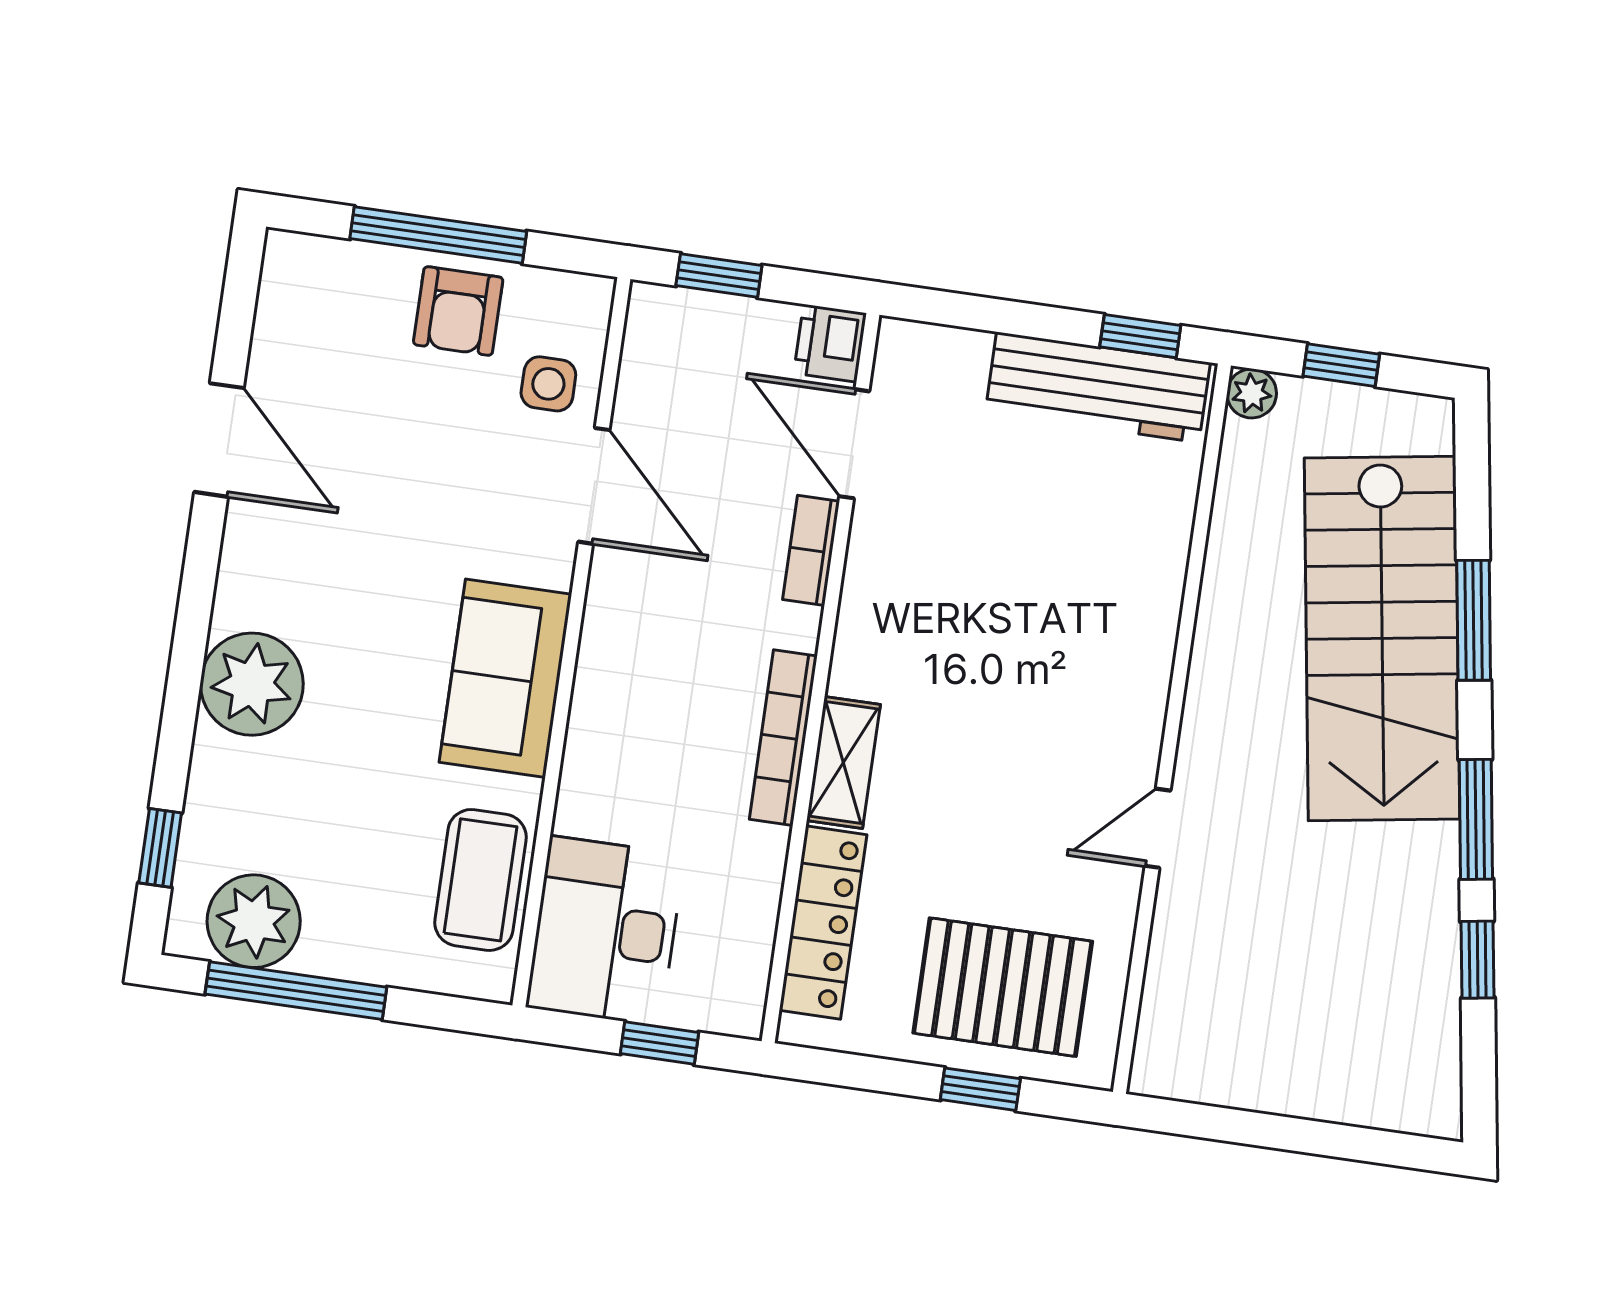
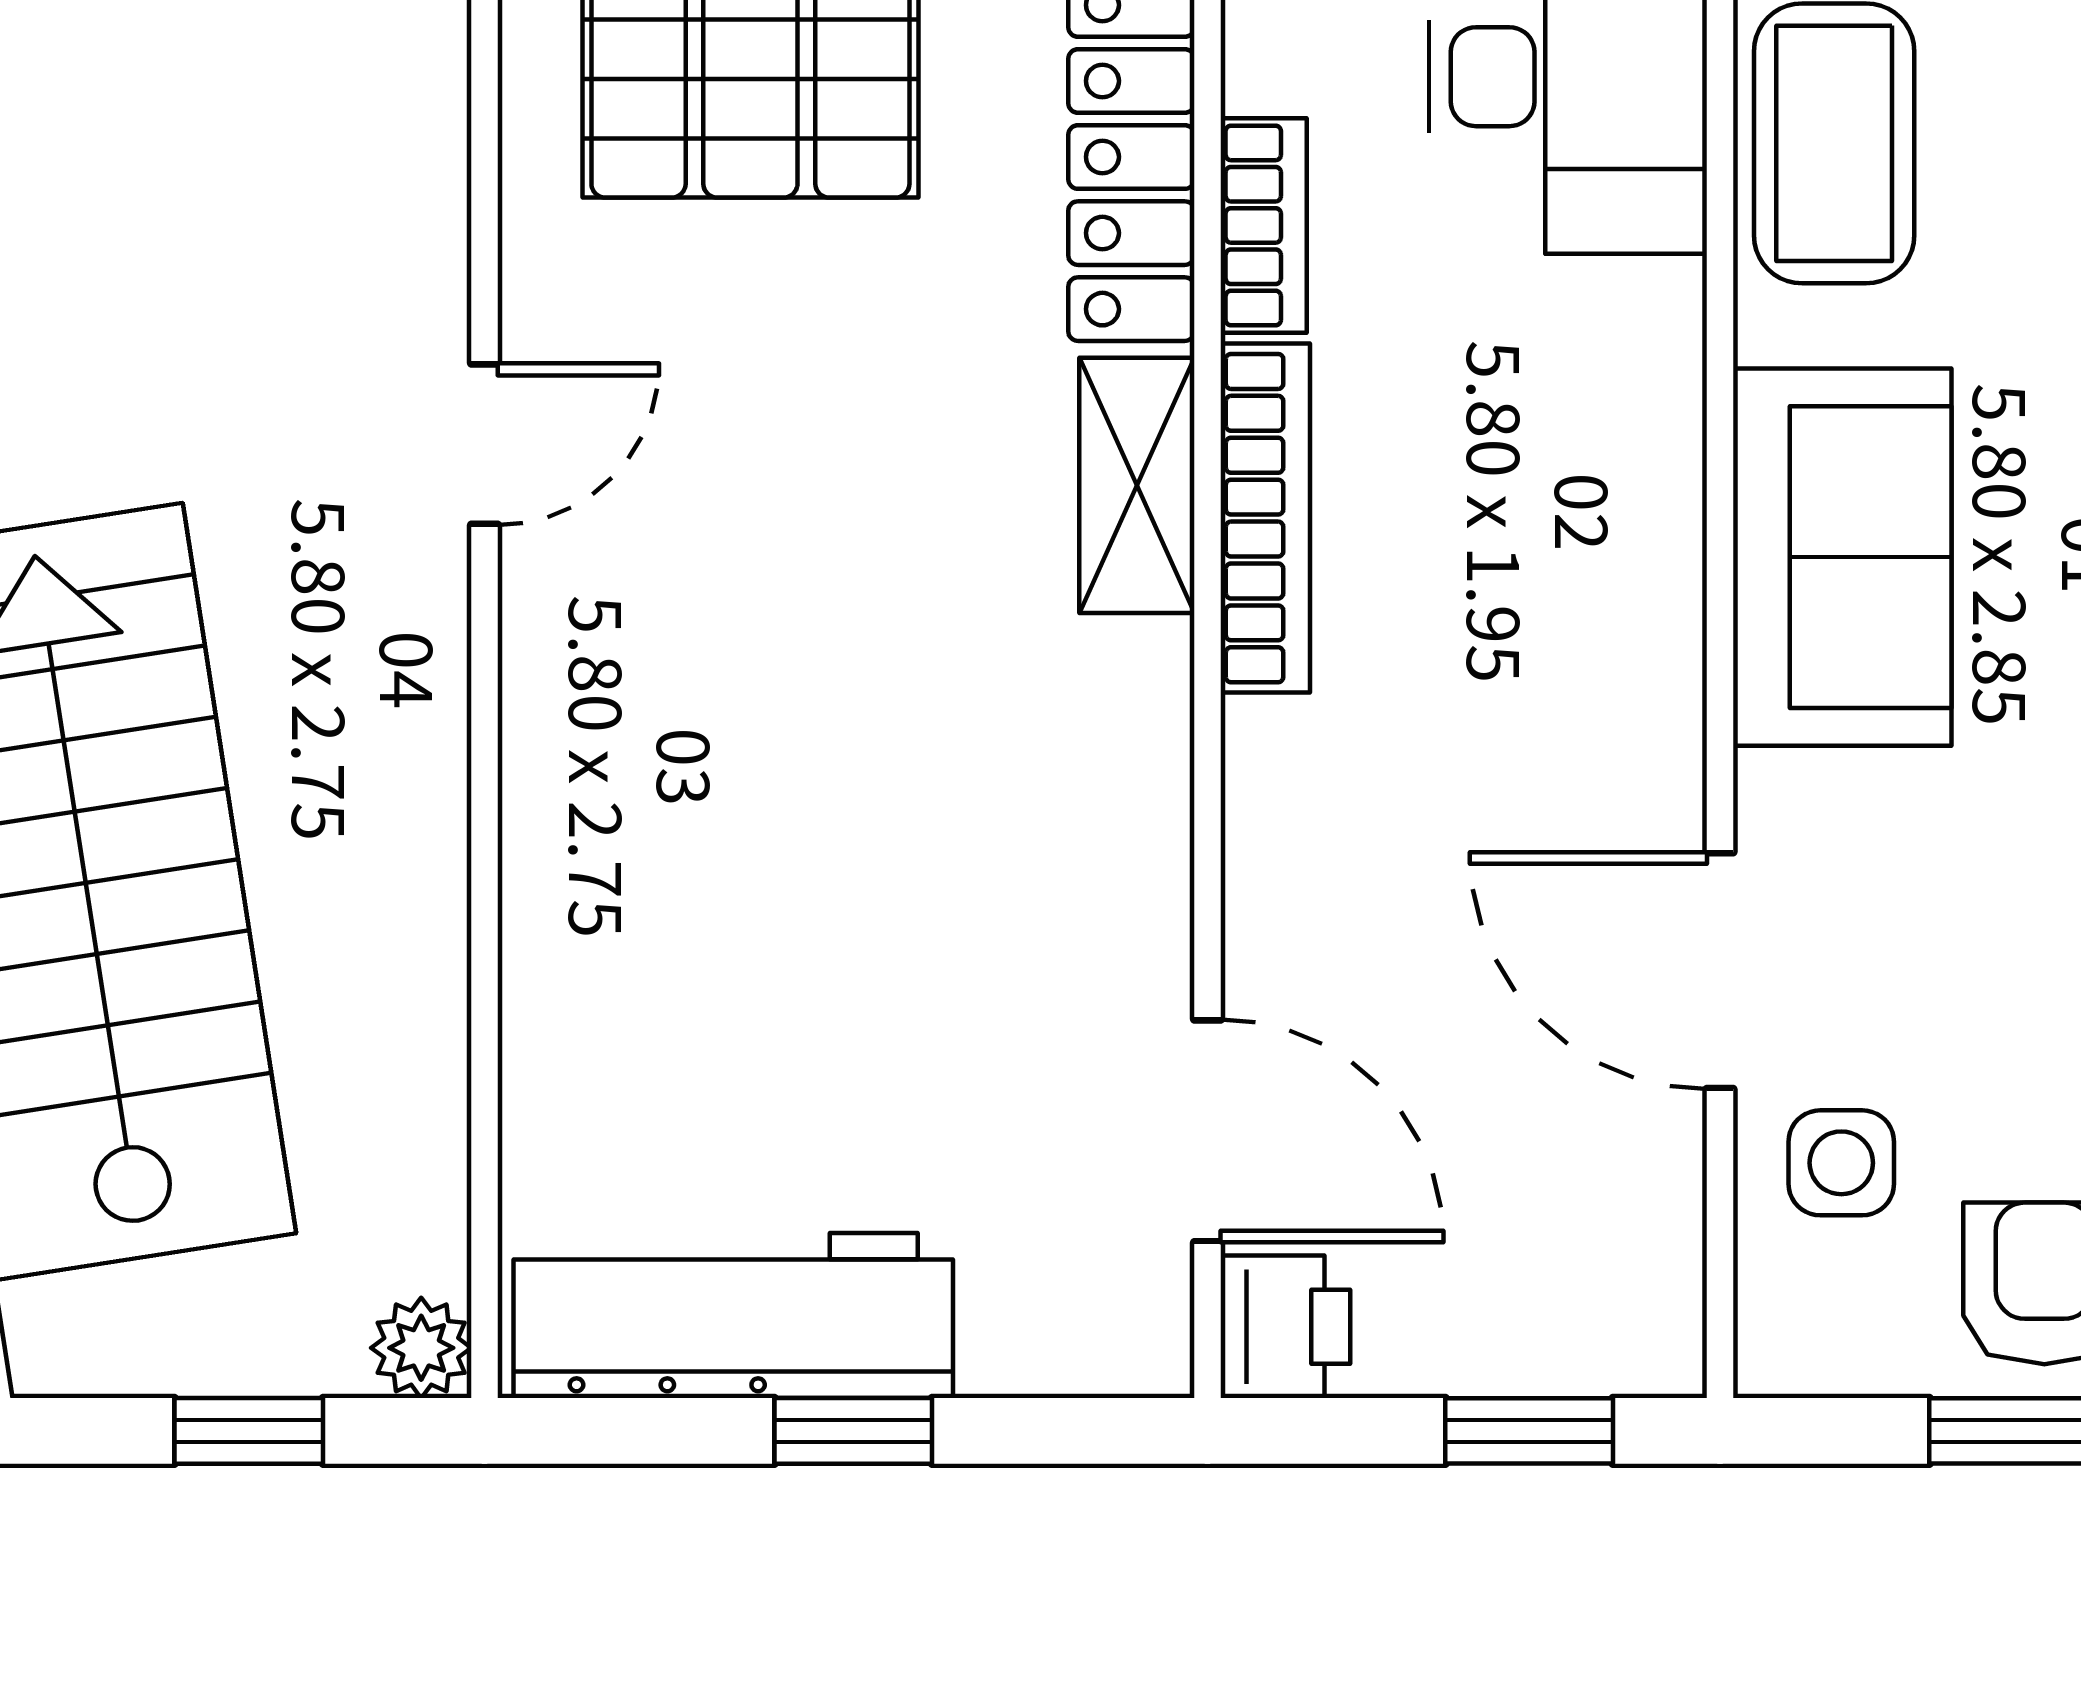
window: (1140, 336) -> (853, 1431), moved
bookcase: (811, 550) -> (1264, 225), moved

